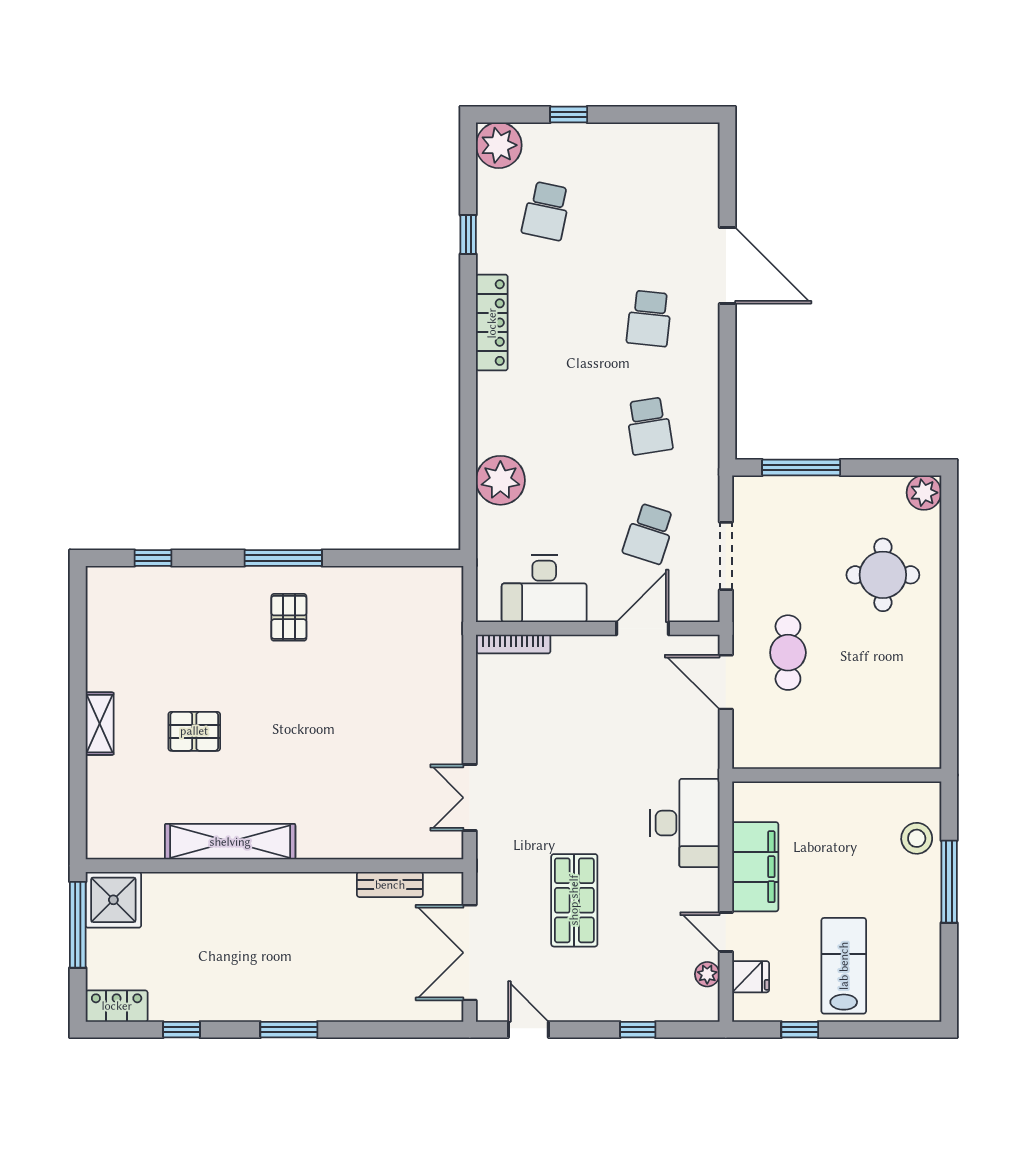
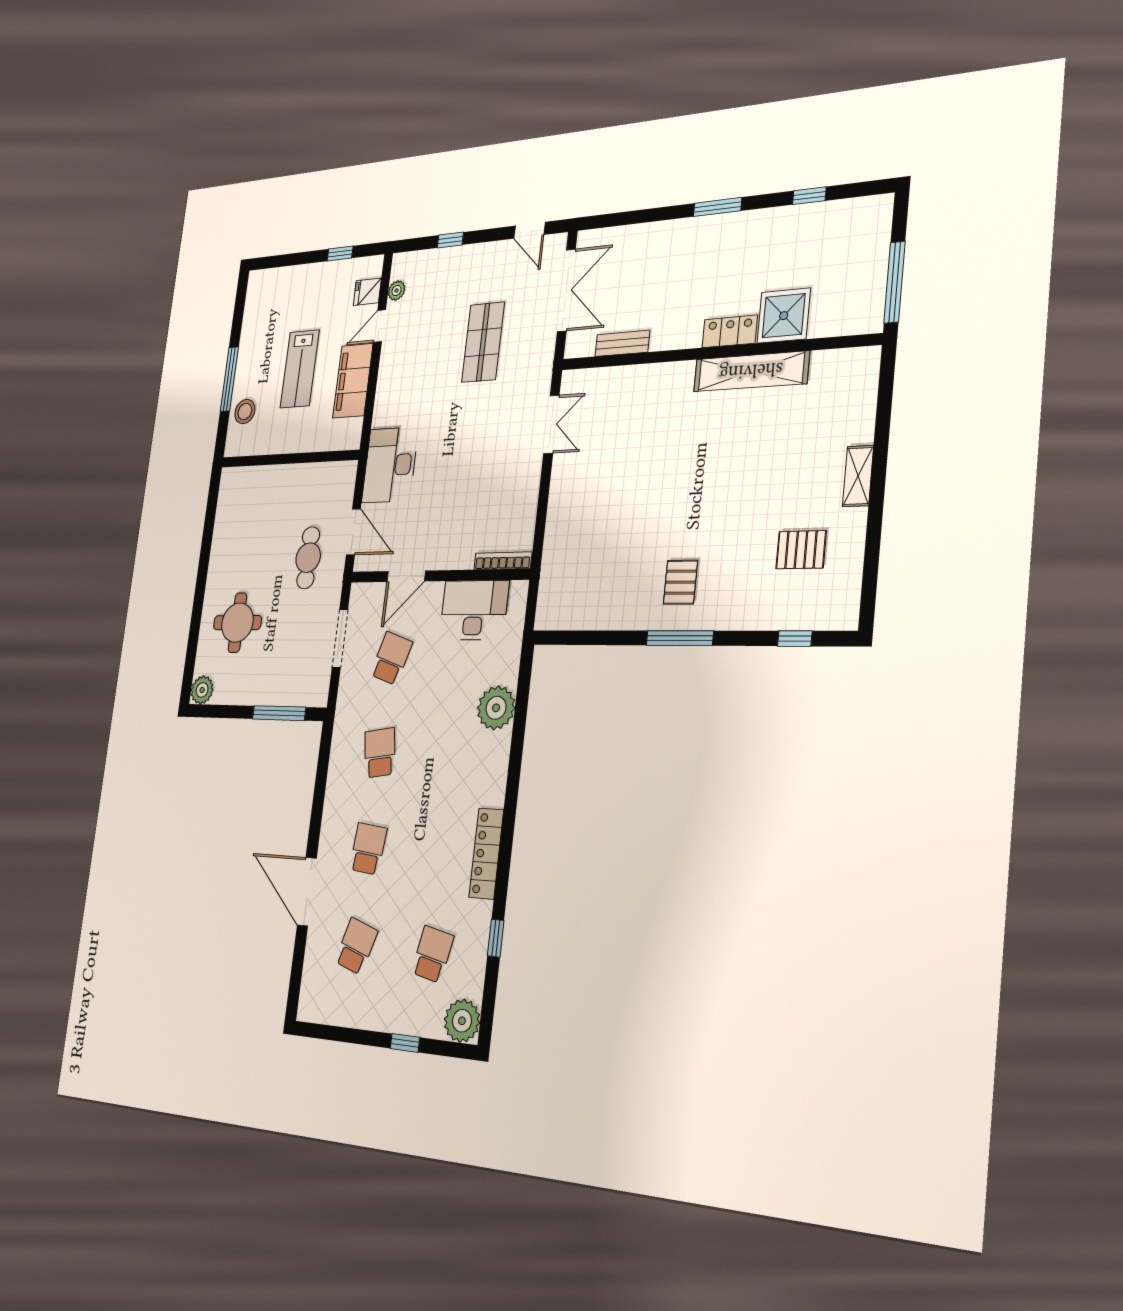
school desk: (649, 211) -> (356, 946), added
pallet: (194, 731) -> (801, 550), moved
desk: (685, 823) -> (390, 465), moved
shower: (113, 900) -> (784, 316), moved
door: (726, 932) -> (380, 326), swing flipped
lab bench: (844, 966) -> (300, 369), moved
locker: (117, 1006) -> (730, 331), moved, turned 180

